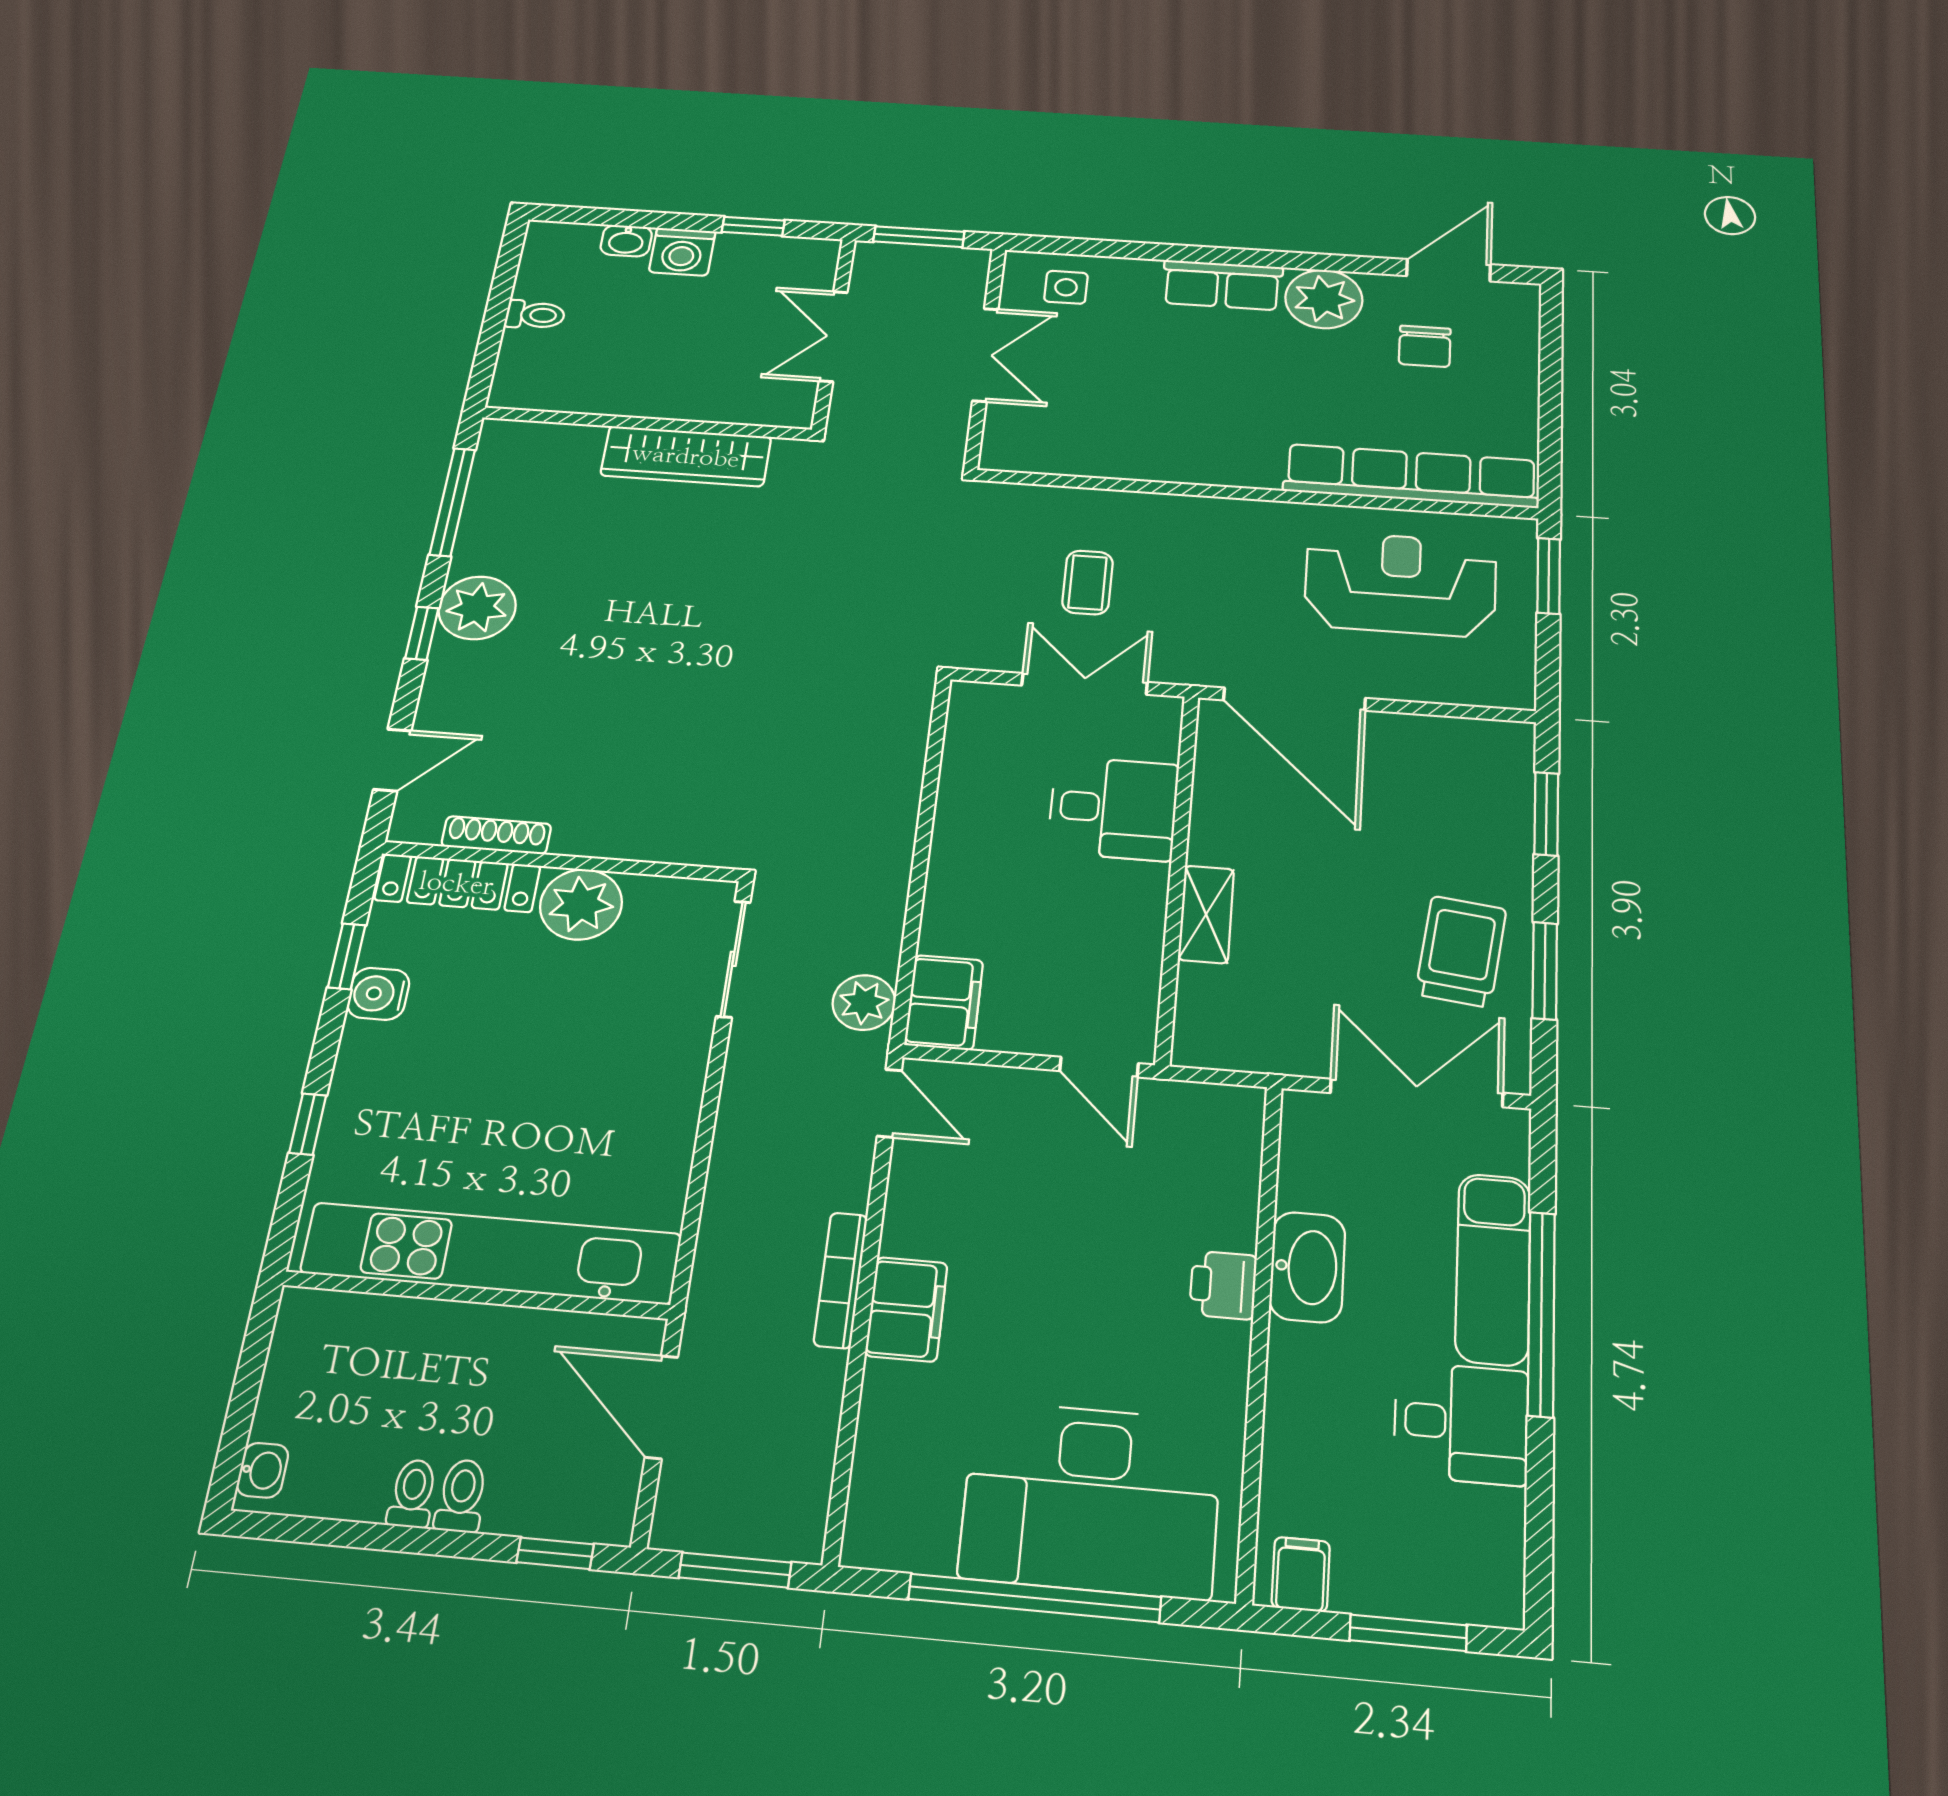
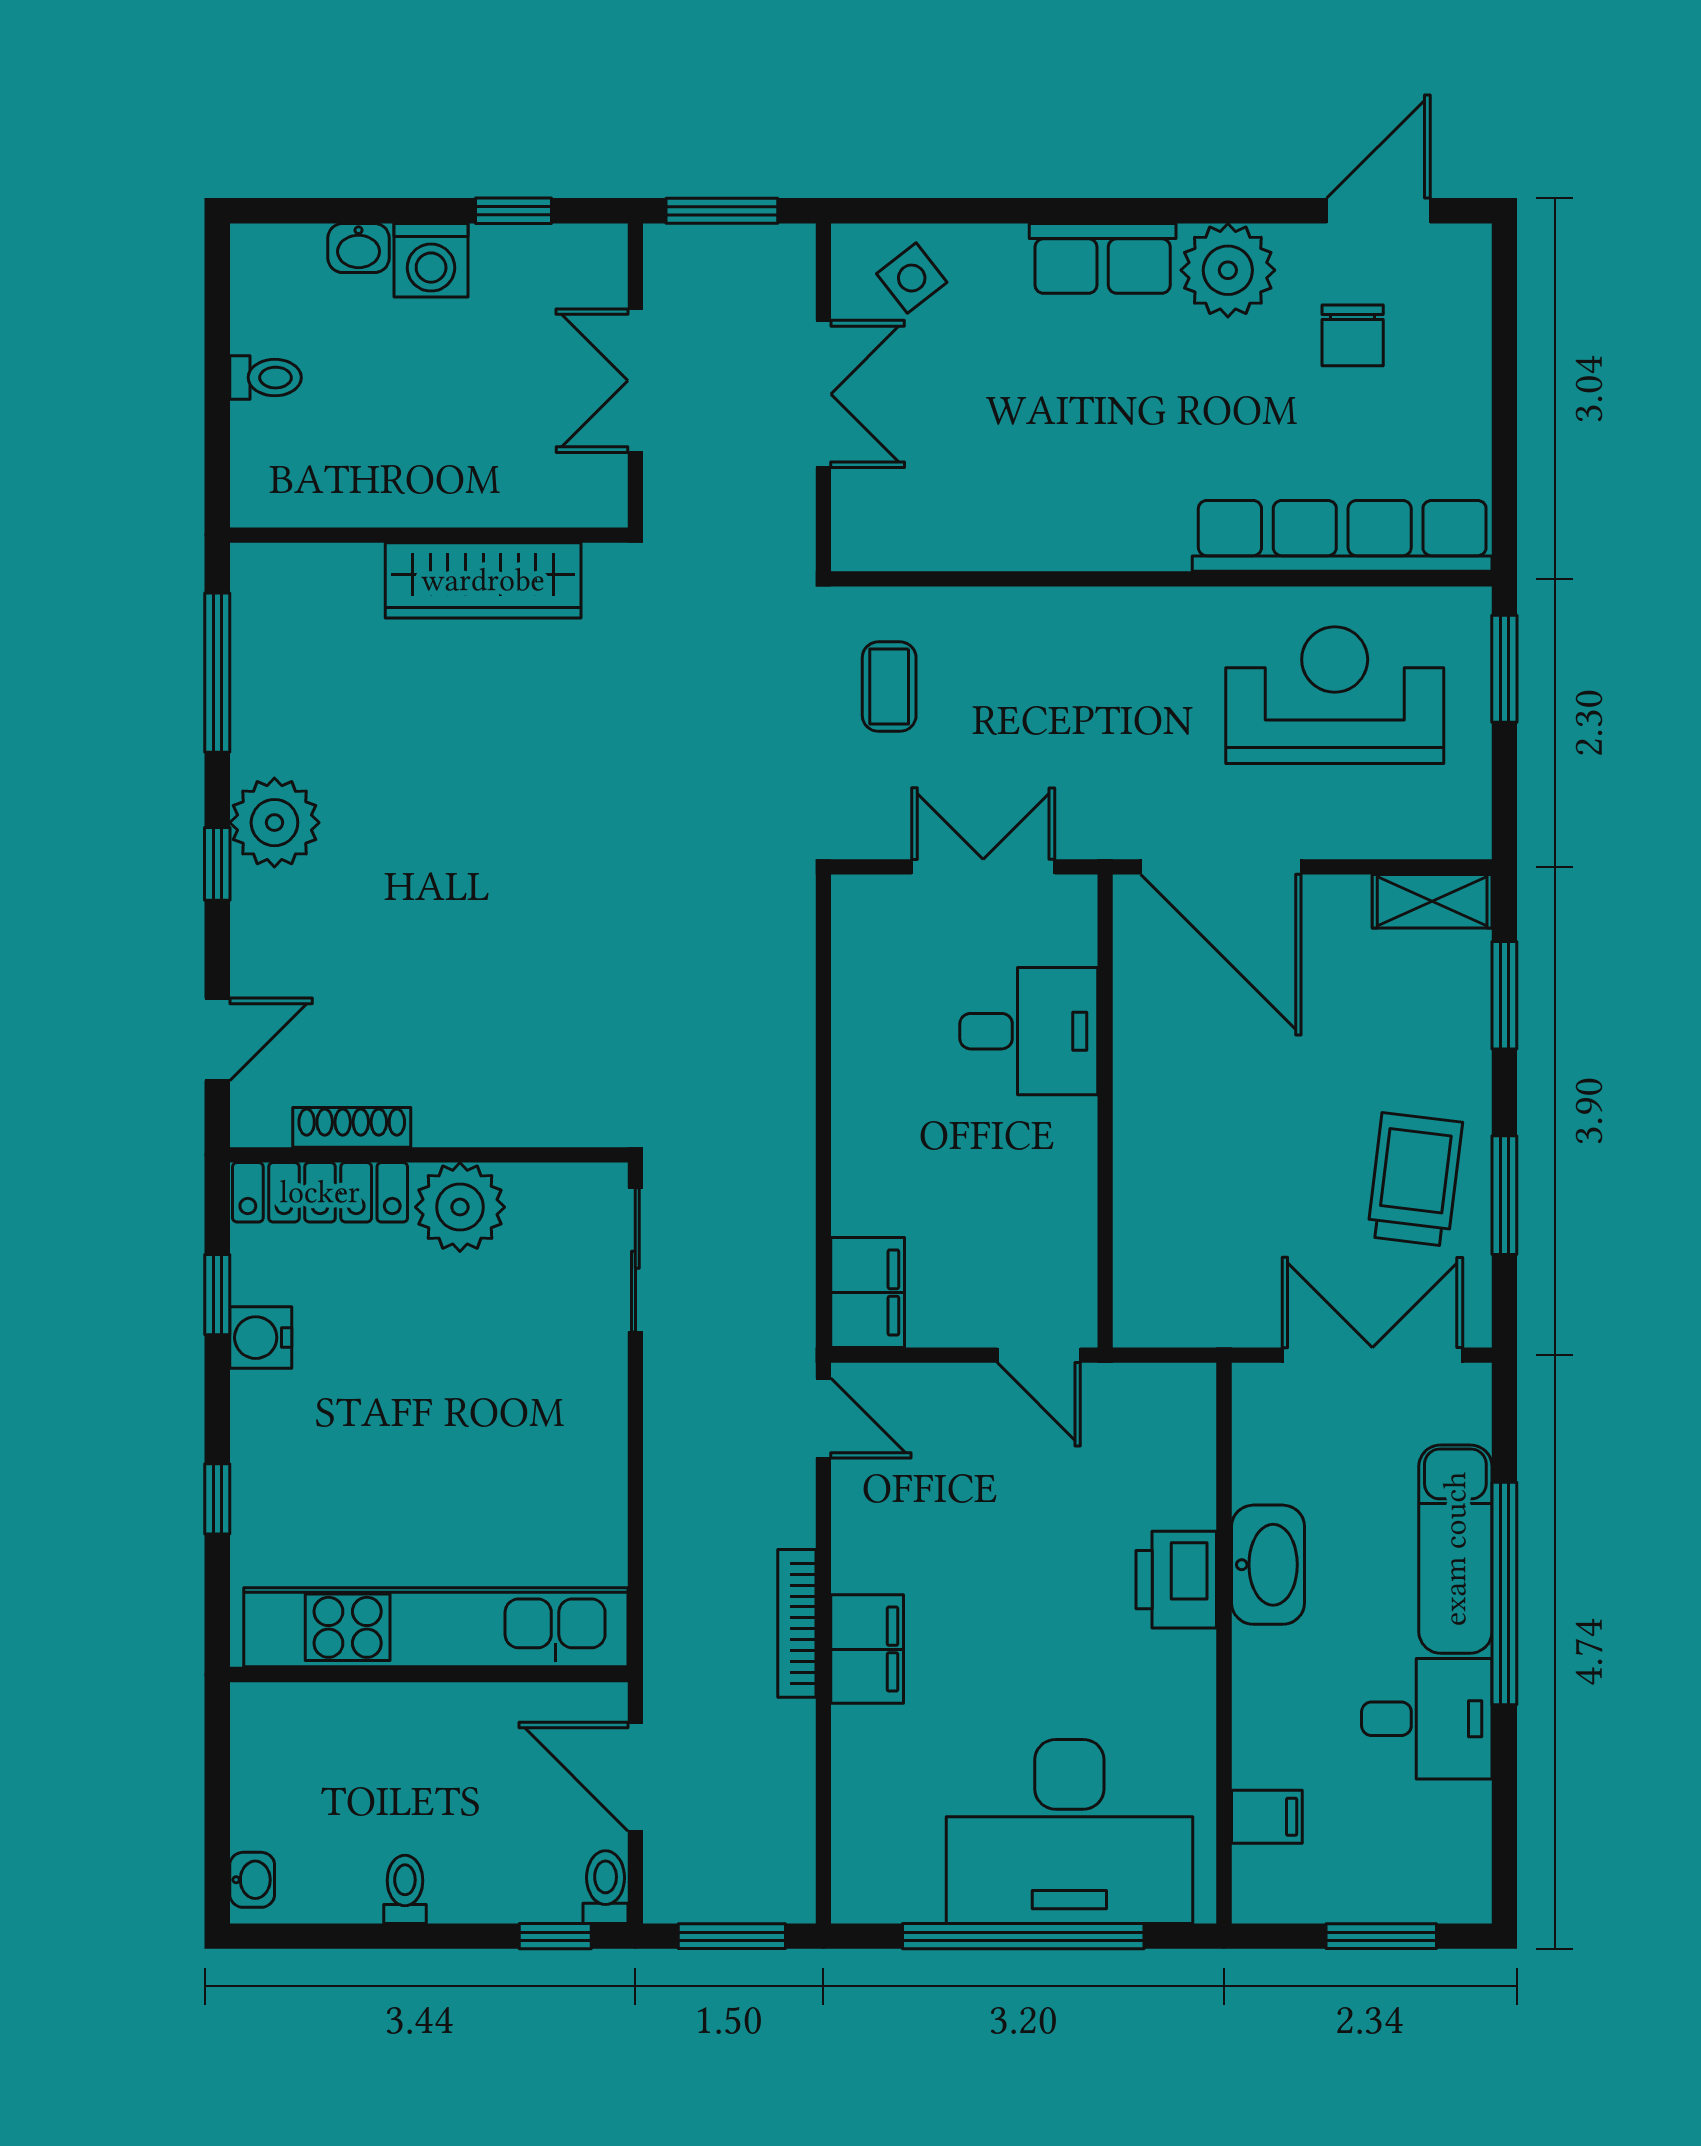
side table: (1066, 287) -> (912, 278), turned -38
coffee table: (1087, 582) -> (889, 687), moved
shelving: (1206, 914) -> (1432, 901), moved, turned 90
plant: (864, 1003) -> (782, 1301), removed
printer: (1223, 1285) -> (1176, 1580), width x1.36, depth x1.24
toilet: (461, 1496) -> (606, 1887), moved
filing cabinet: (1301, 1574) -> (1267, 1817), moved, turned 90

